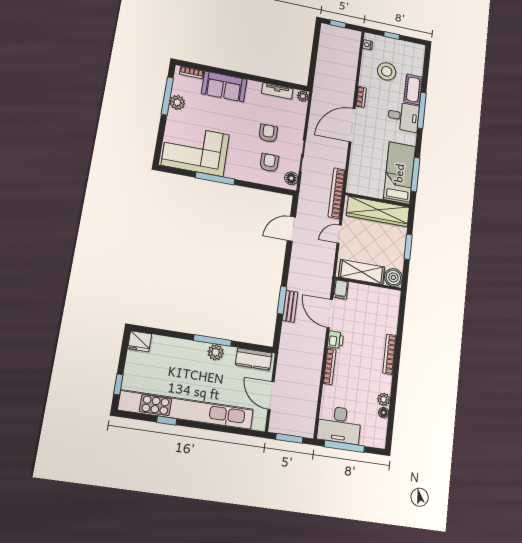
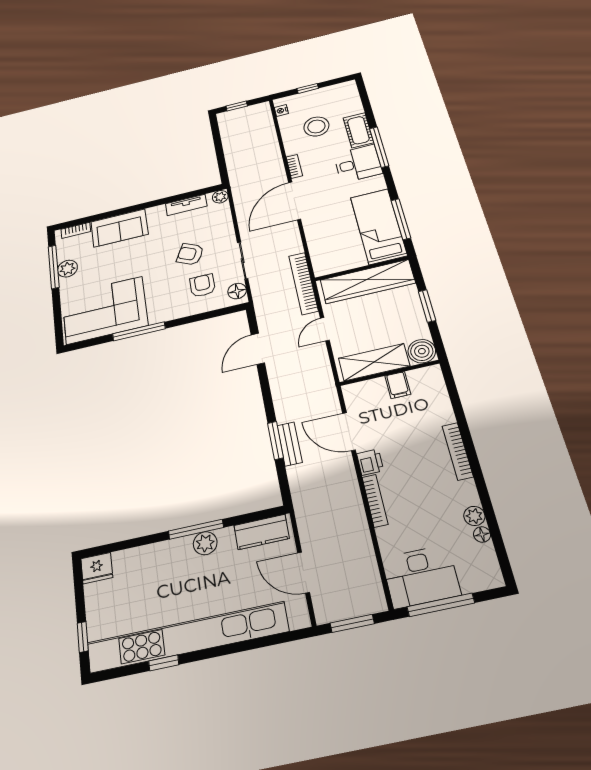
armchair: (268, 133) -> (190, 254), turned -64
filing cabinet: (341, 289) -> (398, 385), moved

